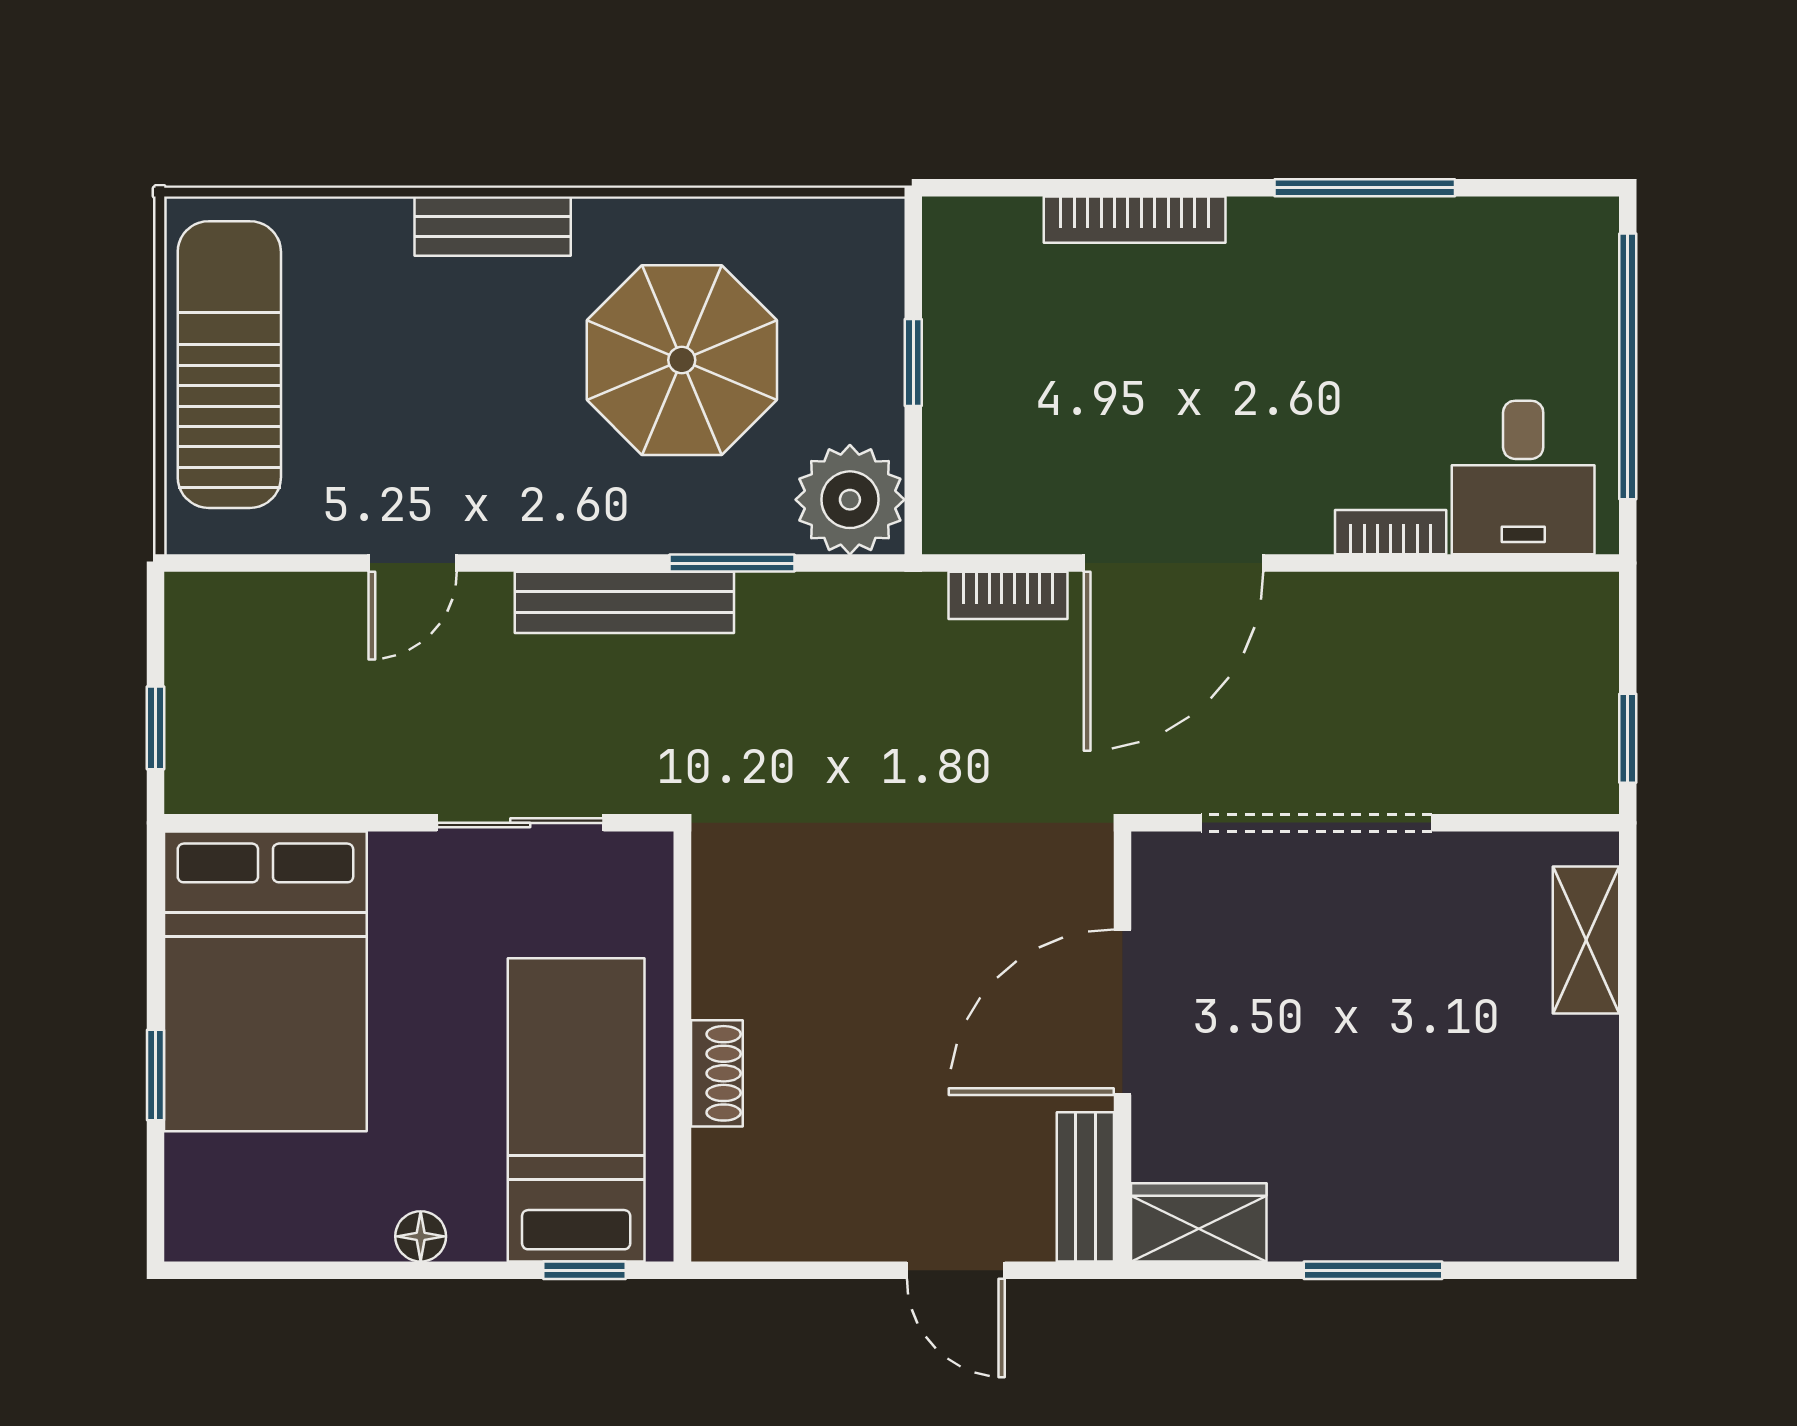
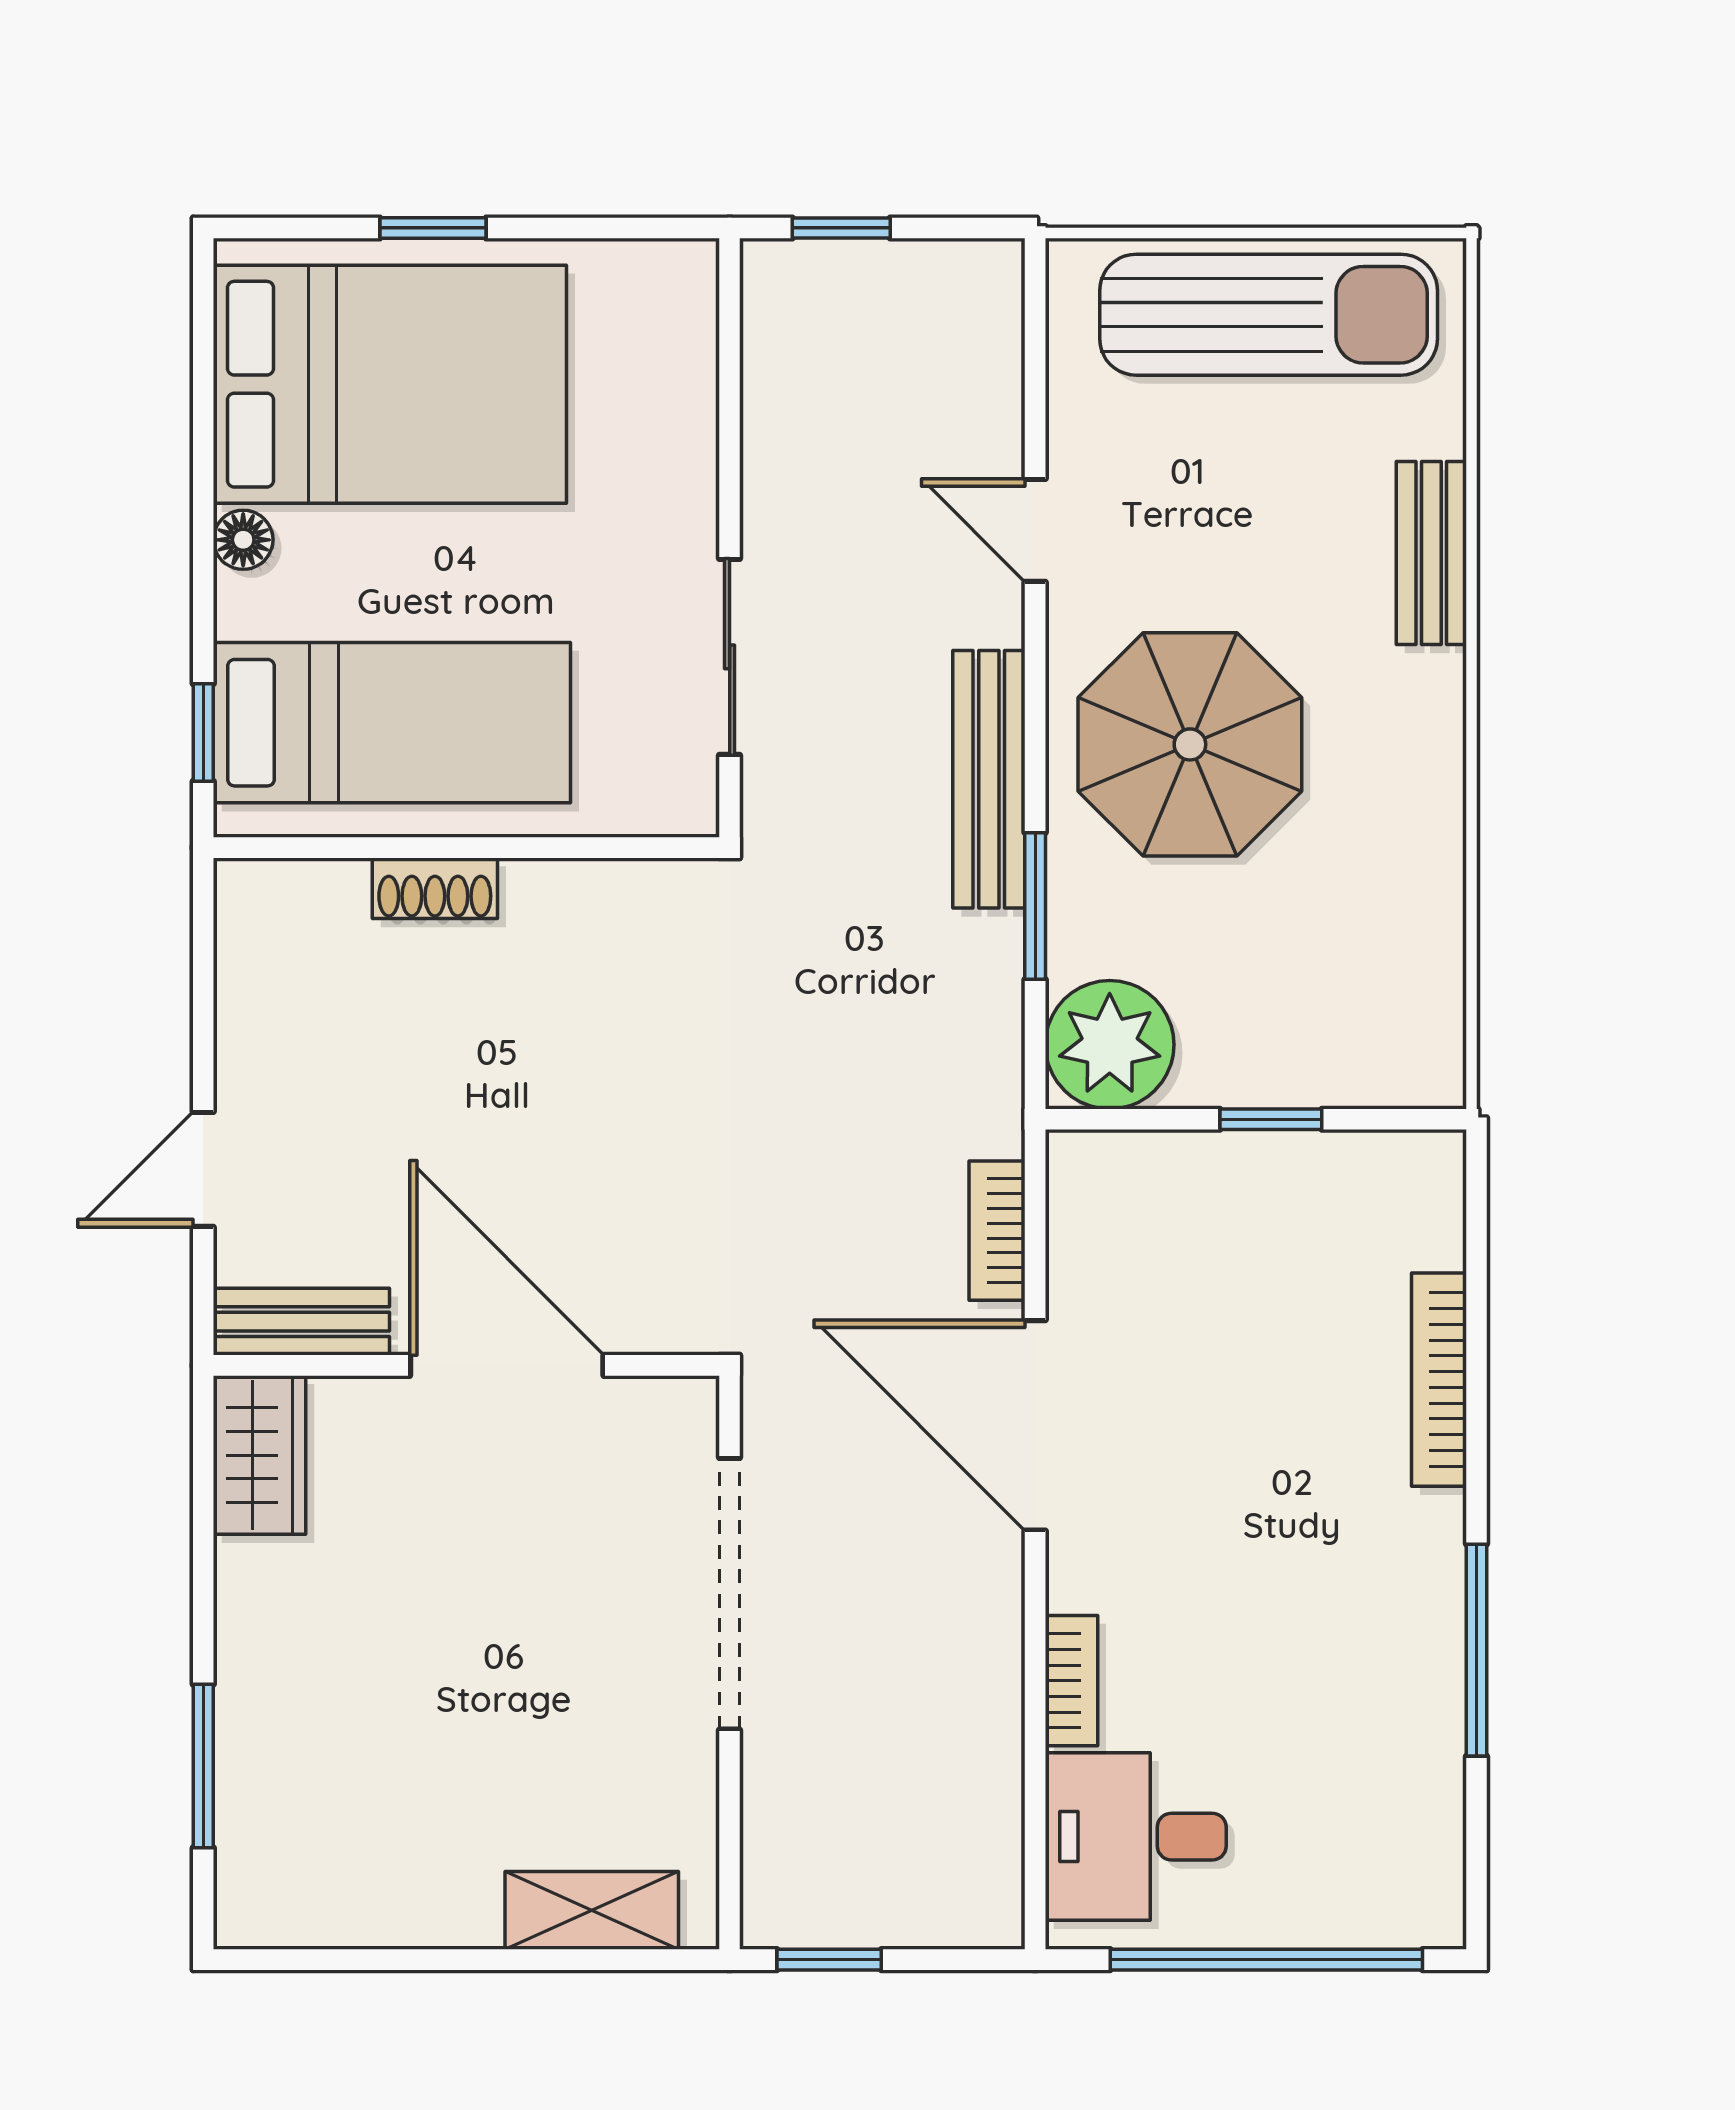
bench: (493, 226) -> (1431, 553), moved
parasol: (682, 360) -> (1190, 744), moved
bed: (265, 981) -> (390, 384), moved, turned 180
window: (1373, 1270) -> (203, 1766), moved

